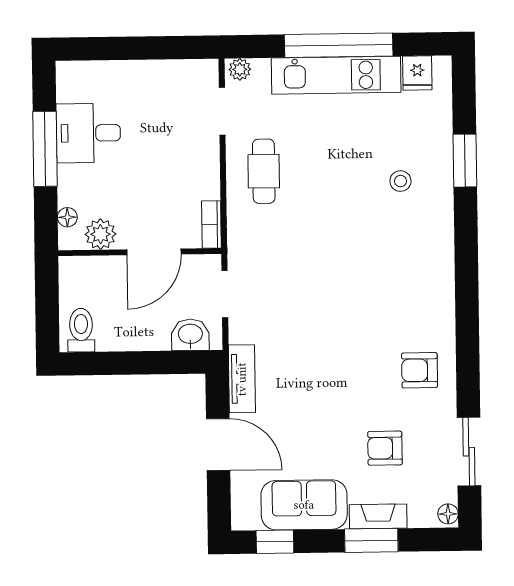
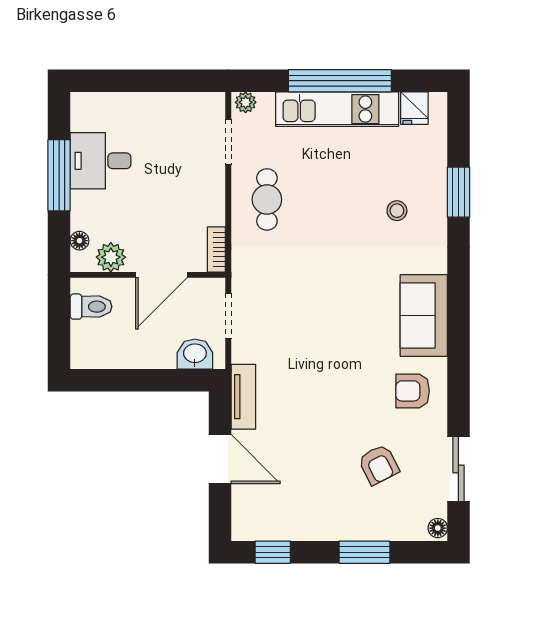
toilet: (81, 330) -> (91, 307), moved, turned 90
armchair: (385, 448) -> (379, 465), turned -117
sofa: (304, 505) -> (424, 315), moved, turned -90
fireplace: (378, 516) -> (371, 529), removed

